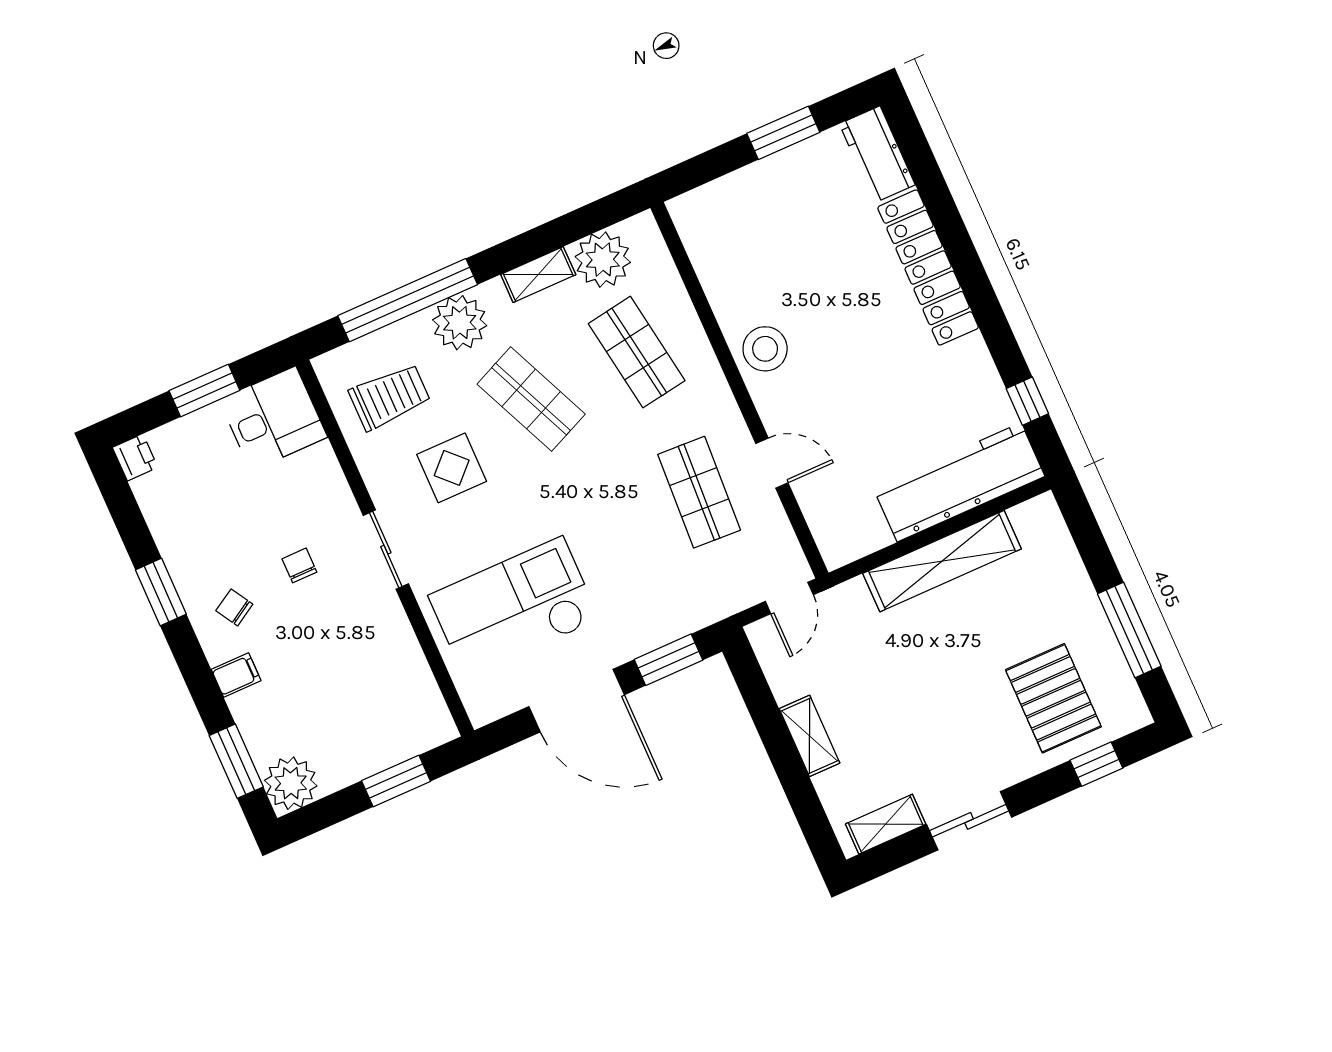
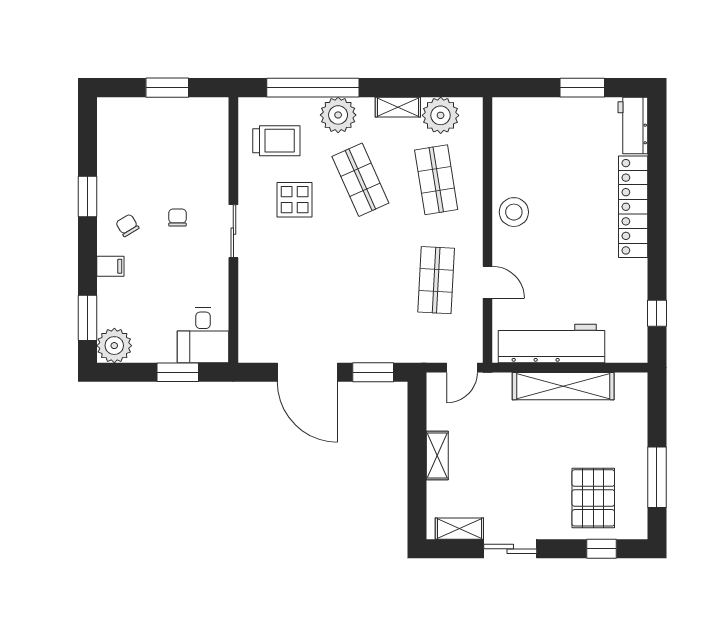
desk: (273, 419) -> (203, 335), moved, turned 90
printer: (135, 457) -> (108, 109), removed
workbench: (959, 482) -> (552, 344), moved
checkout: (514, 608) -> (295, 300), removed

